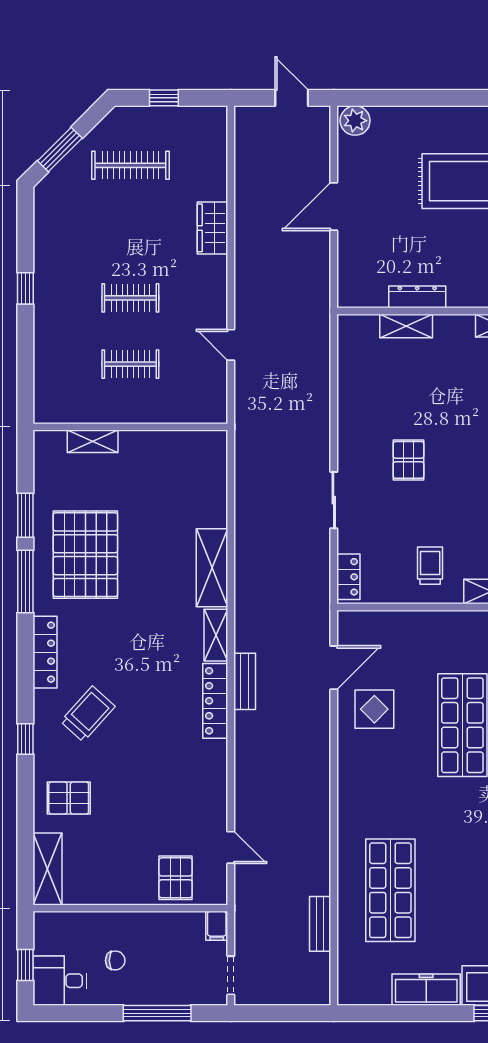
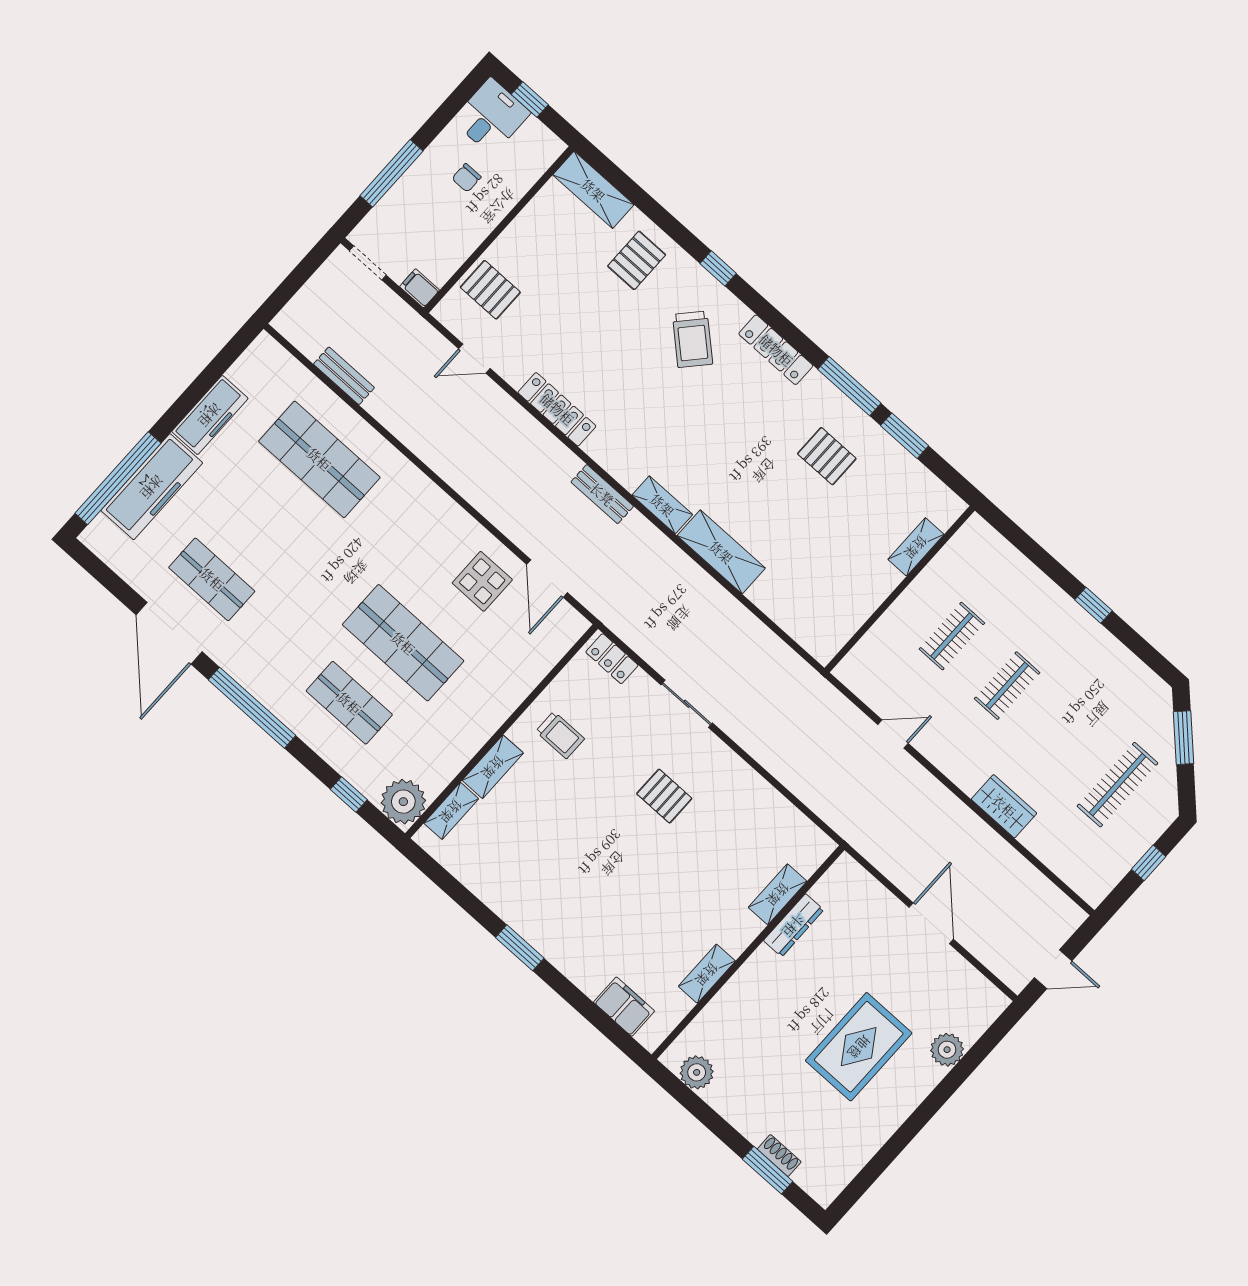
plant: (355, 121) -> (947, 1050), moved
pallet: (85, 555) -> (827, 456), width x0.49, depth x0.50
locker: (215, 701) -> (557, 409), moved

